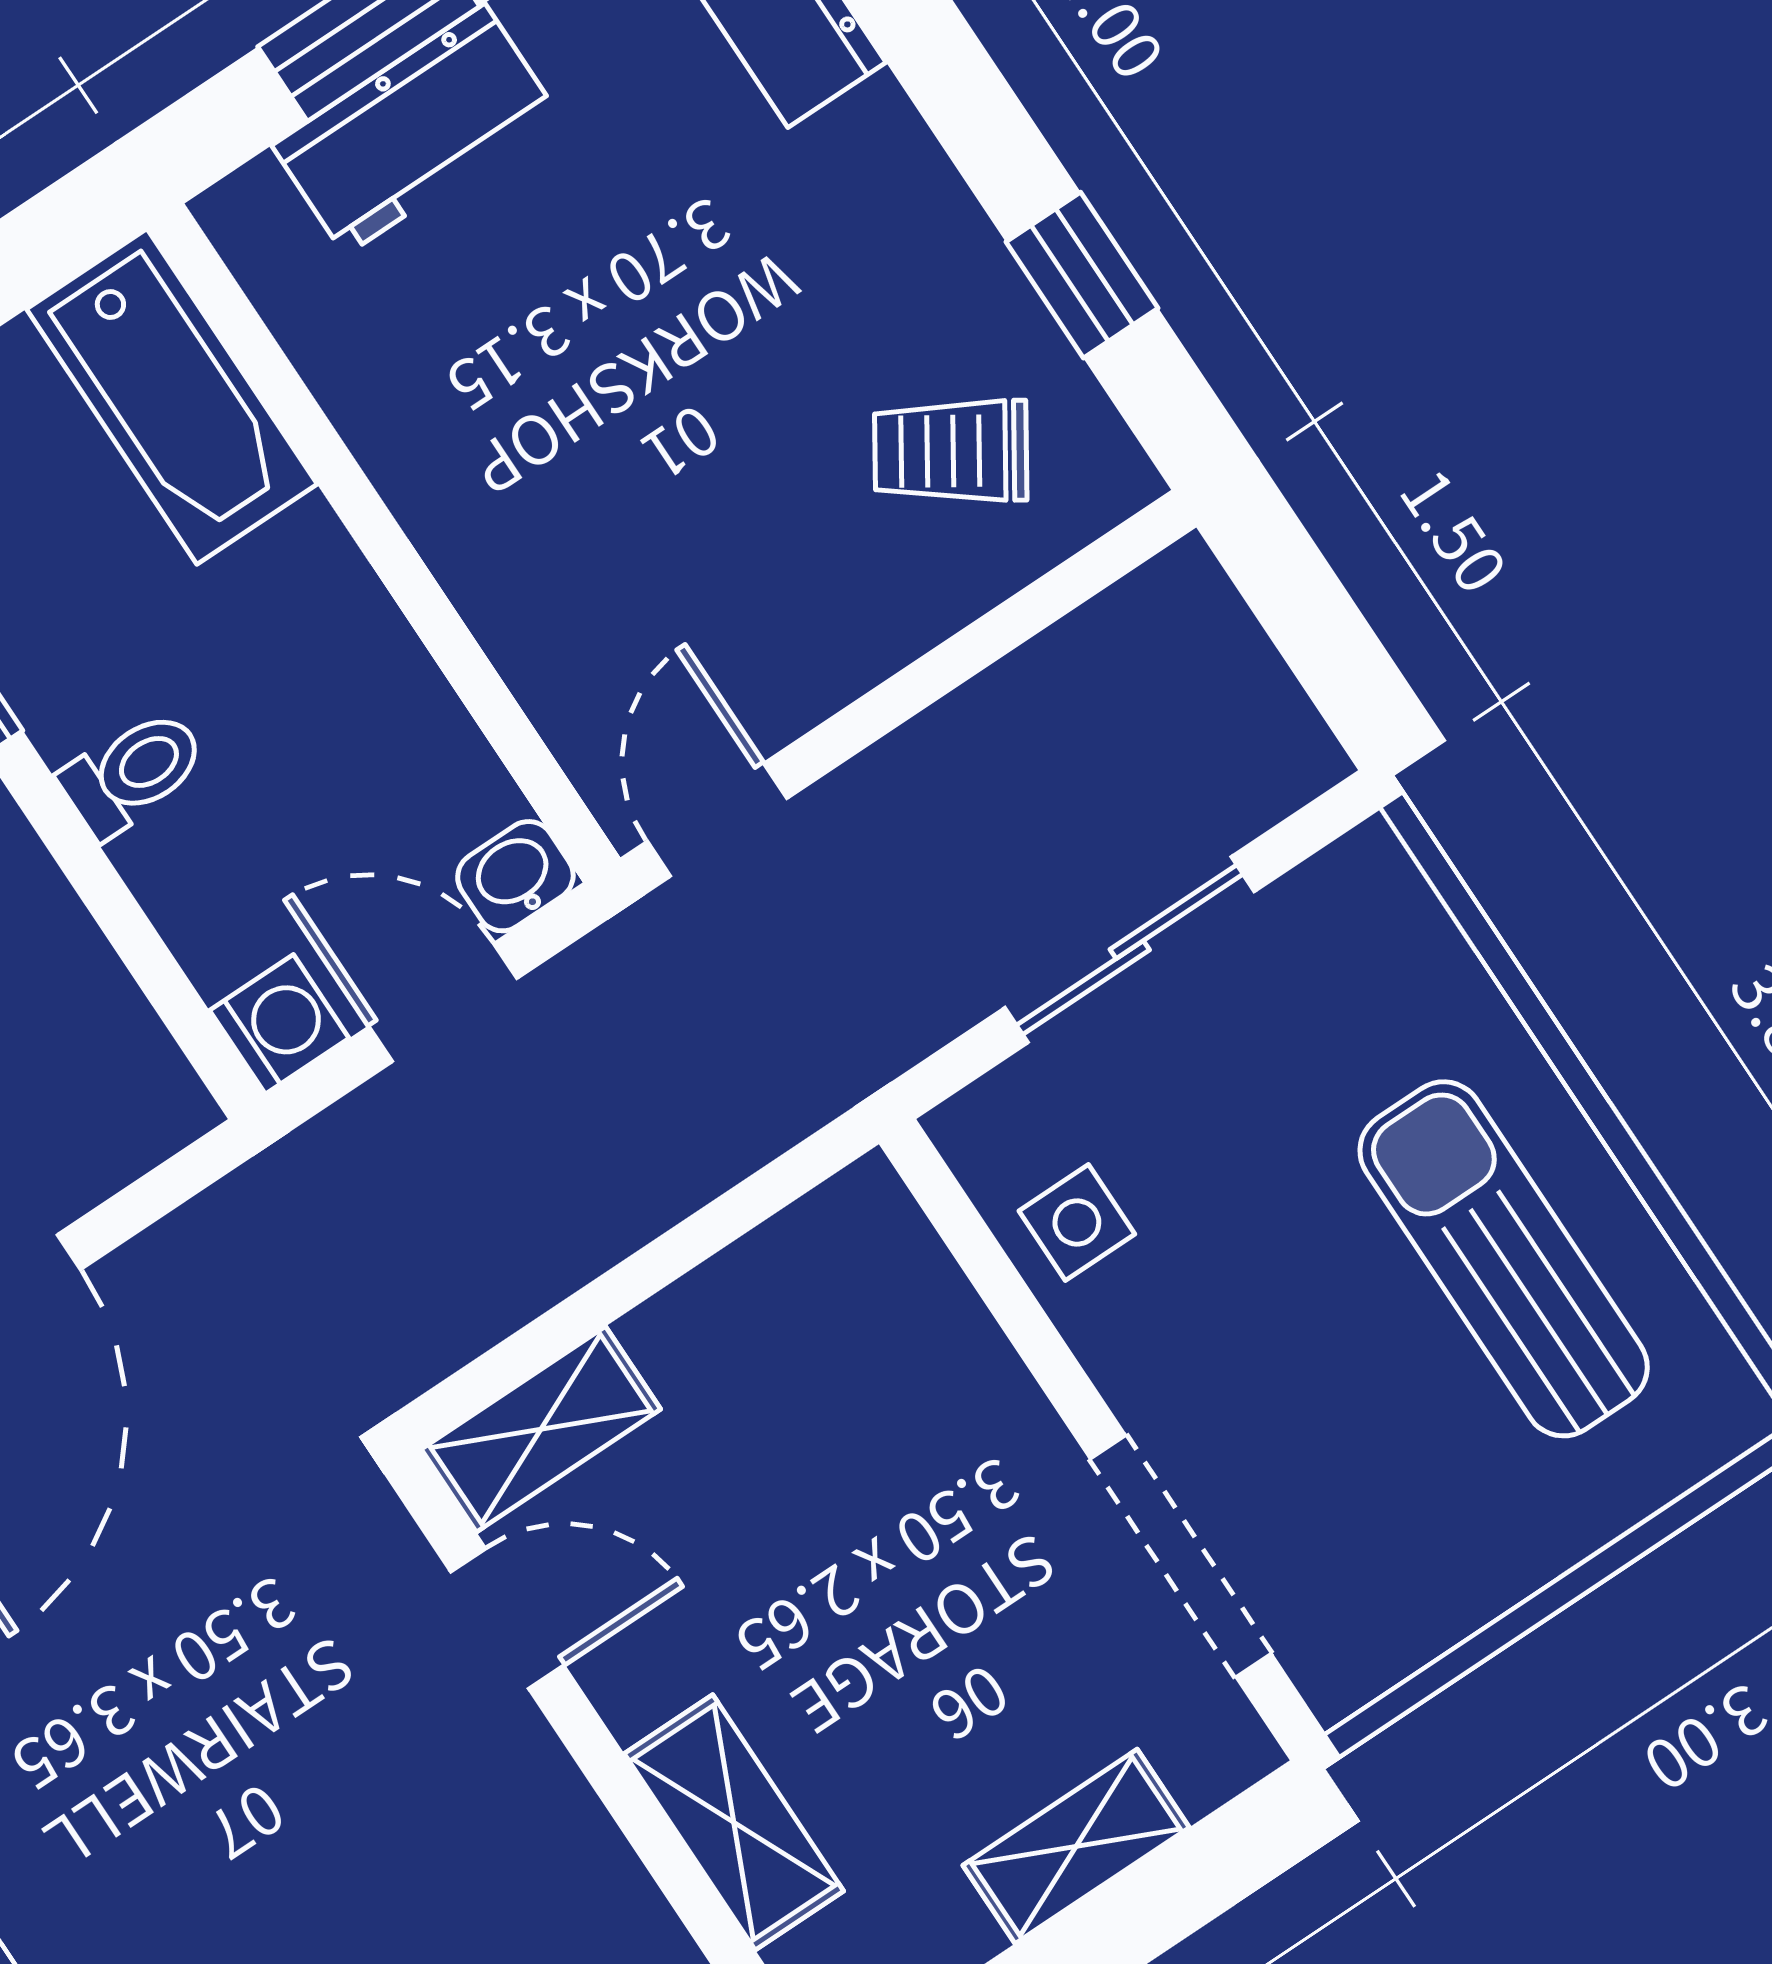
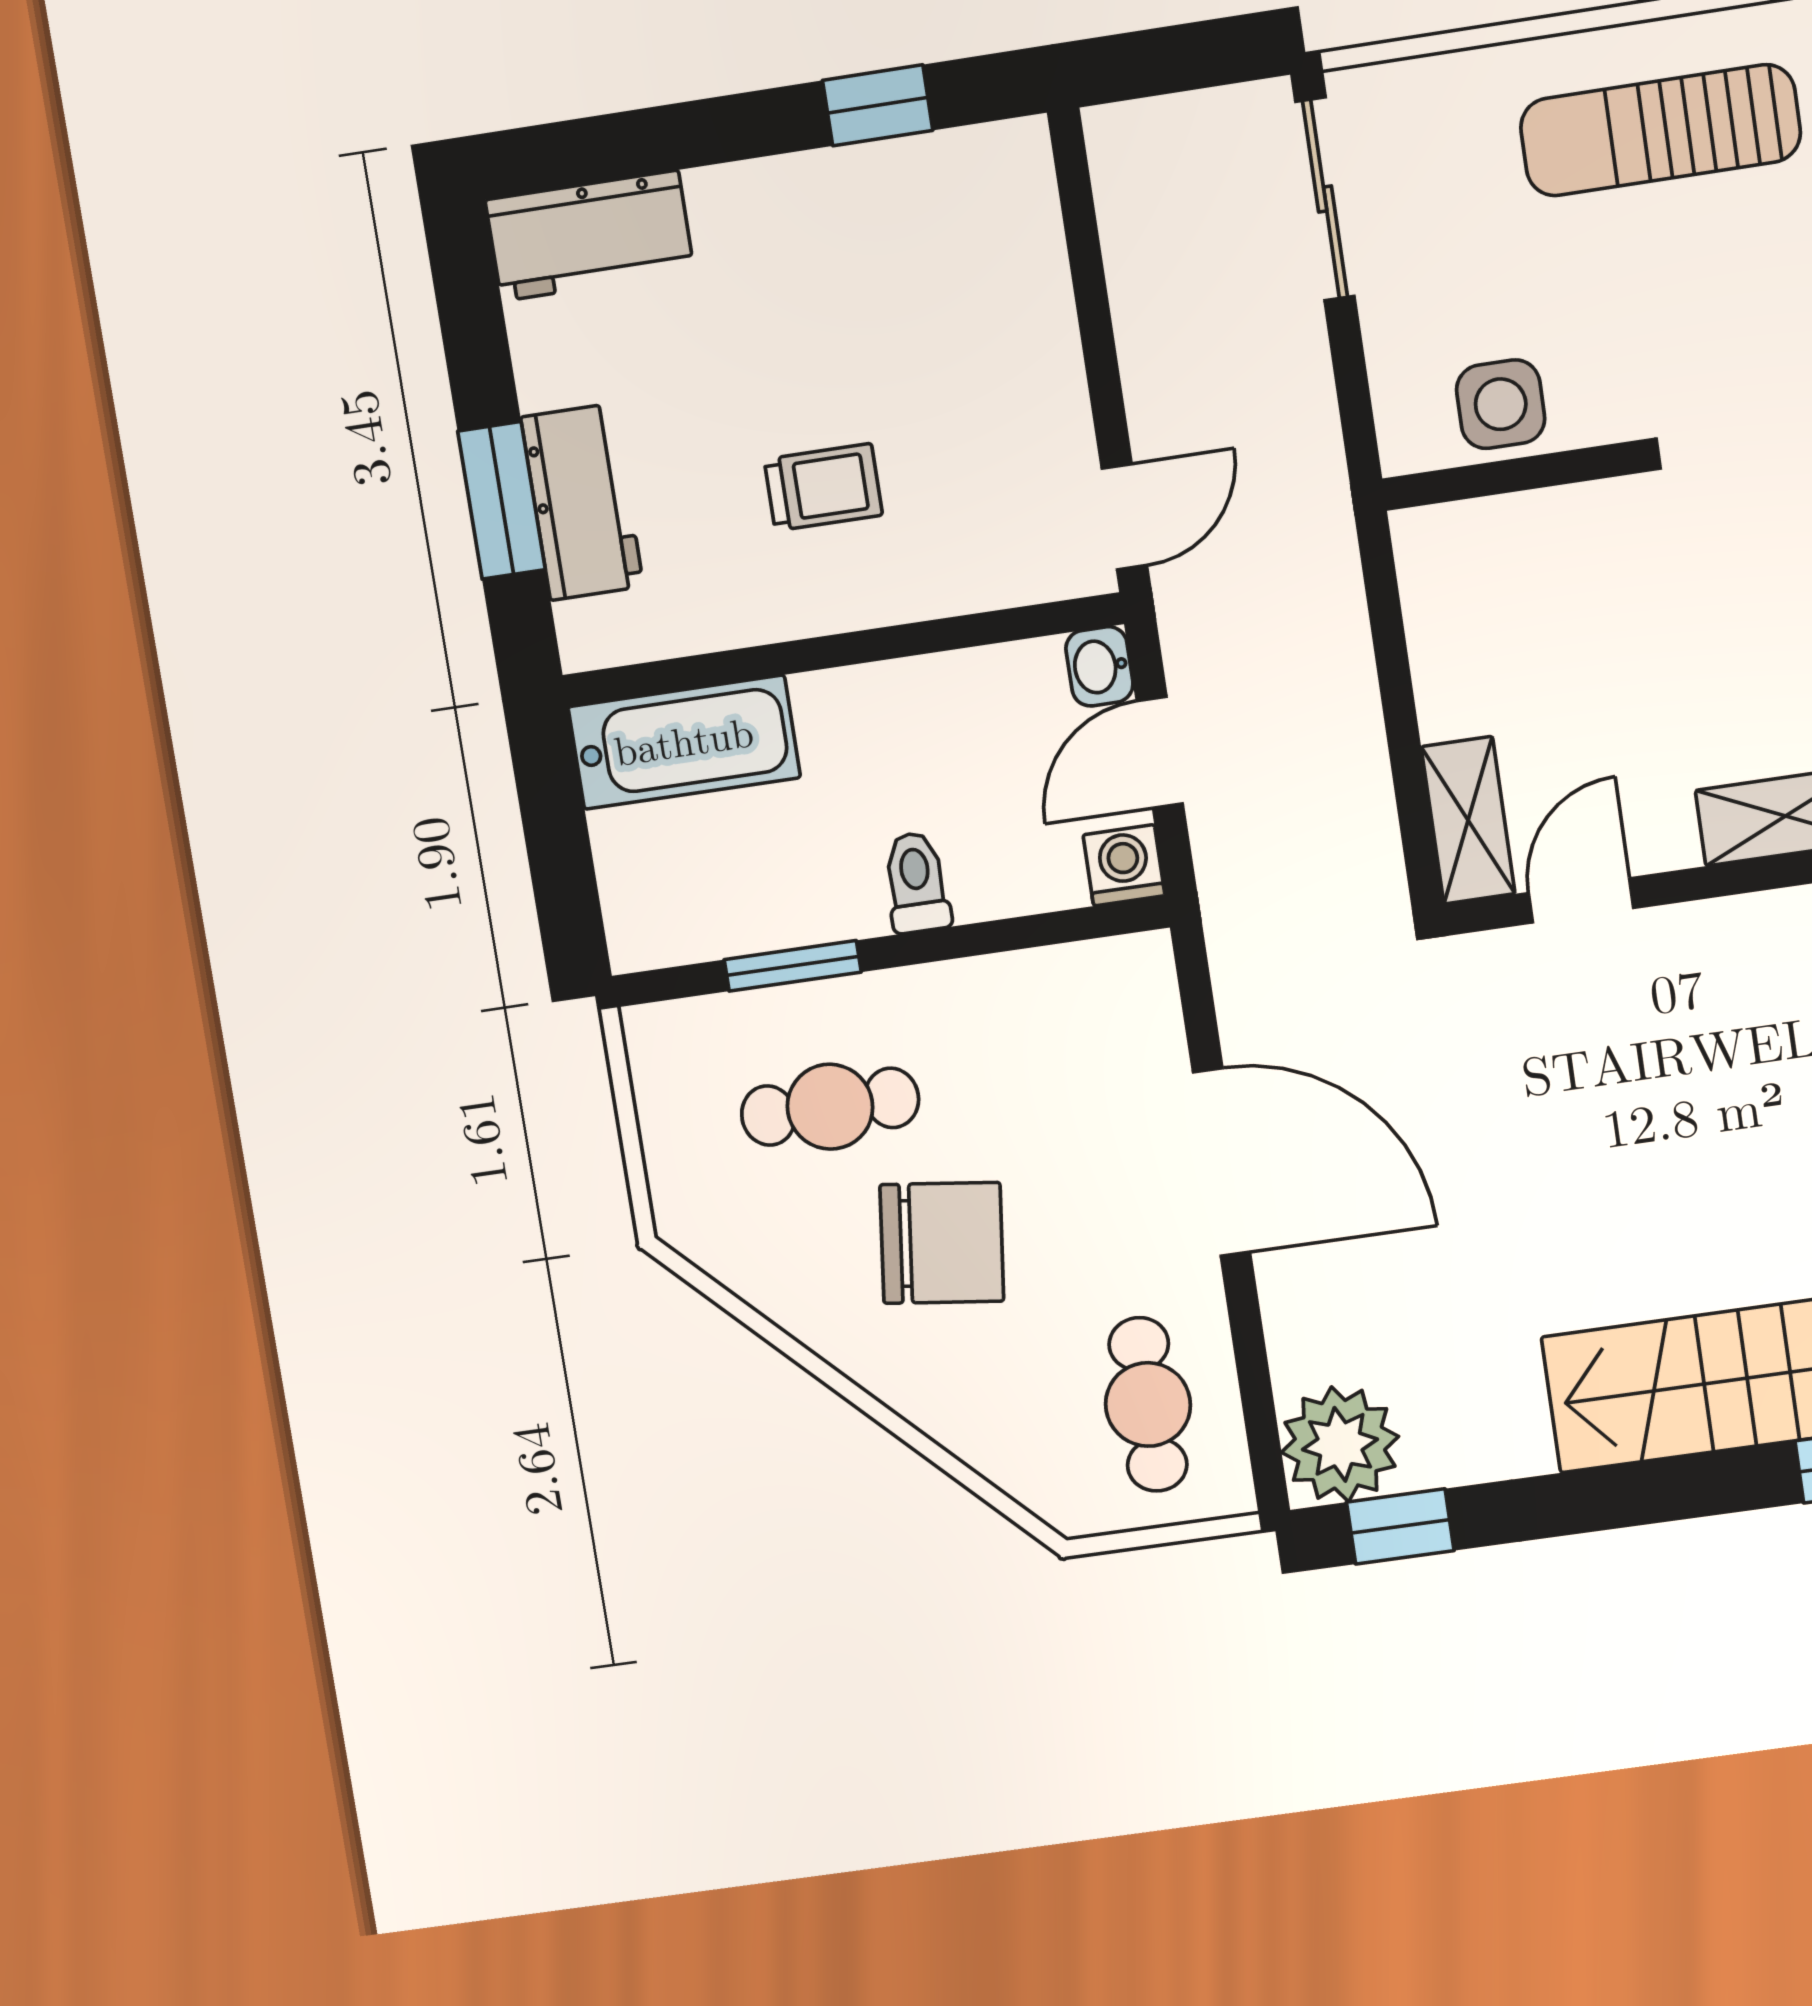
trolley: (951, 451) -> (823, 487), moved, turned -123
door: (717, 820) -> (1124, 517), swing flipped
sliding door: (1130, 950) -> (1325, 199), moved
side table: (1077, 1222) -> (1501, 404), width x1.37, depth x1.37

